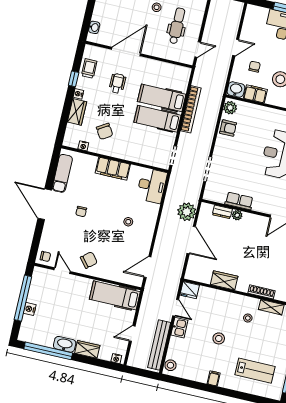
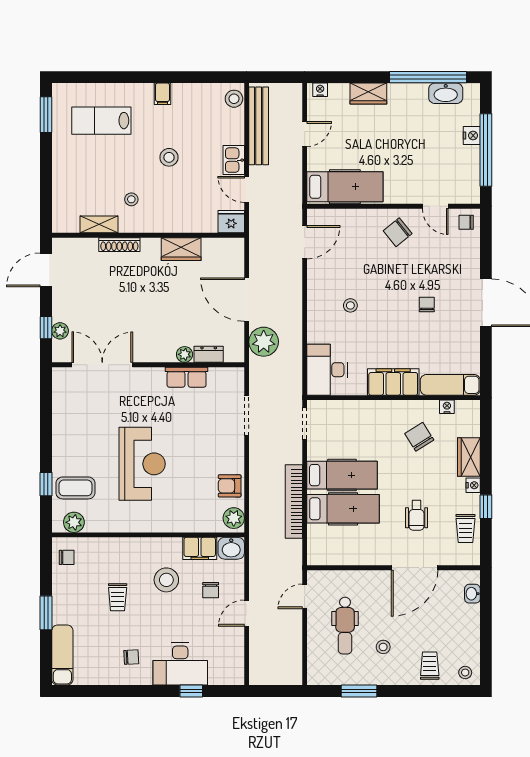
exam couch: (62, 173) -> (450, 385), moved, turned 90
washbasin: (65, 344) -> (446, 93), moved

